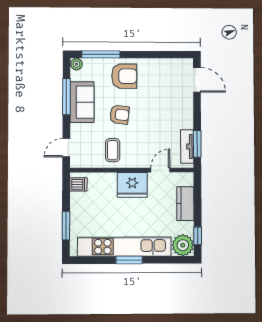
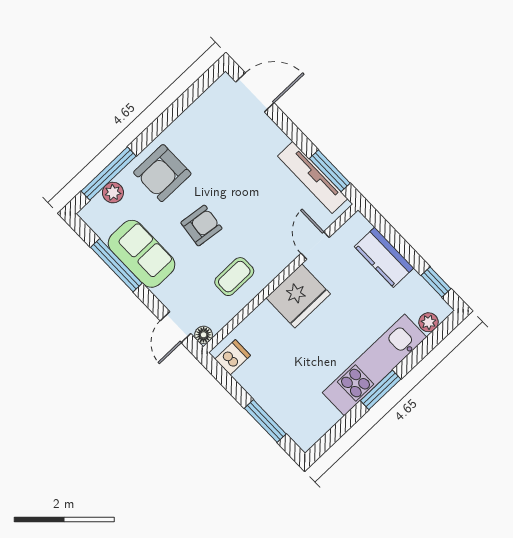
plant: (76, 64) -> (113, 193), moved
armchair: (124, 76) -> (162, 173), turned 180
tv unit: (187, 146) -> (313, 177), width x1.41
coffee table: (113, 150) -> (234, 277), turned 90
floor lamp: (75, 163) -> (204, 335), added
plant: (183, 245) -> (429, 322), width x0.53, depth x0.53
kitchen unit: (124, 247) -> (374, 365), width x0.73

